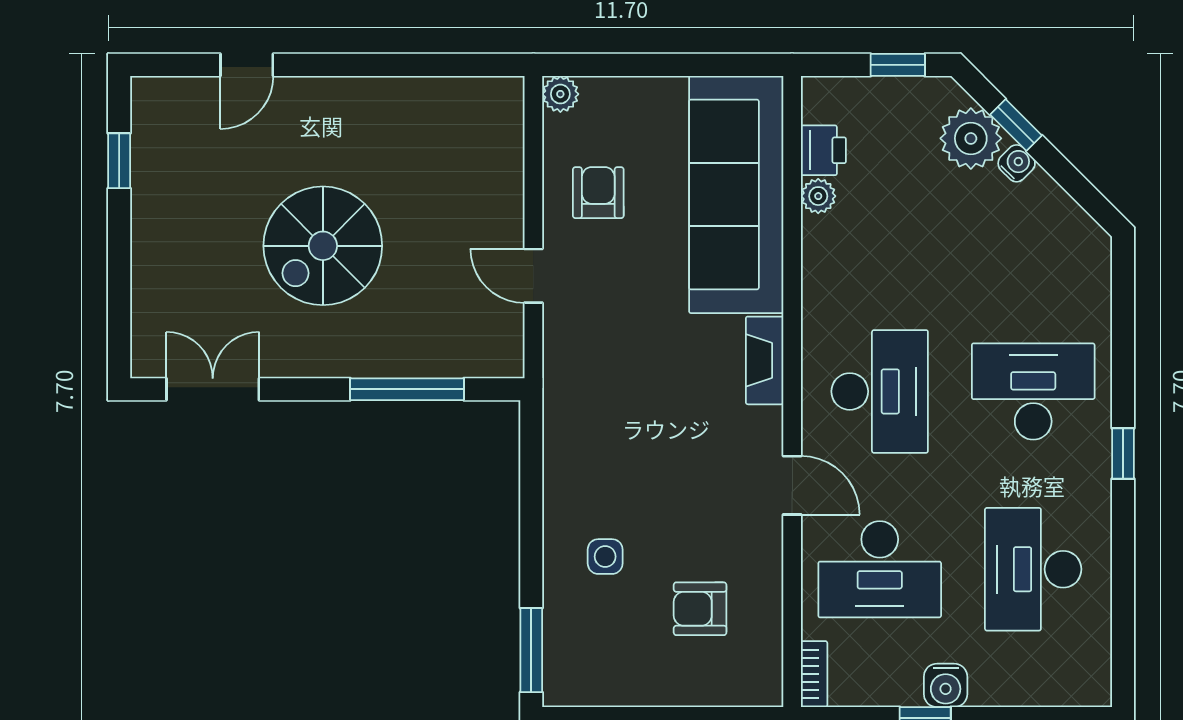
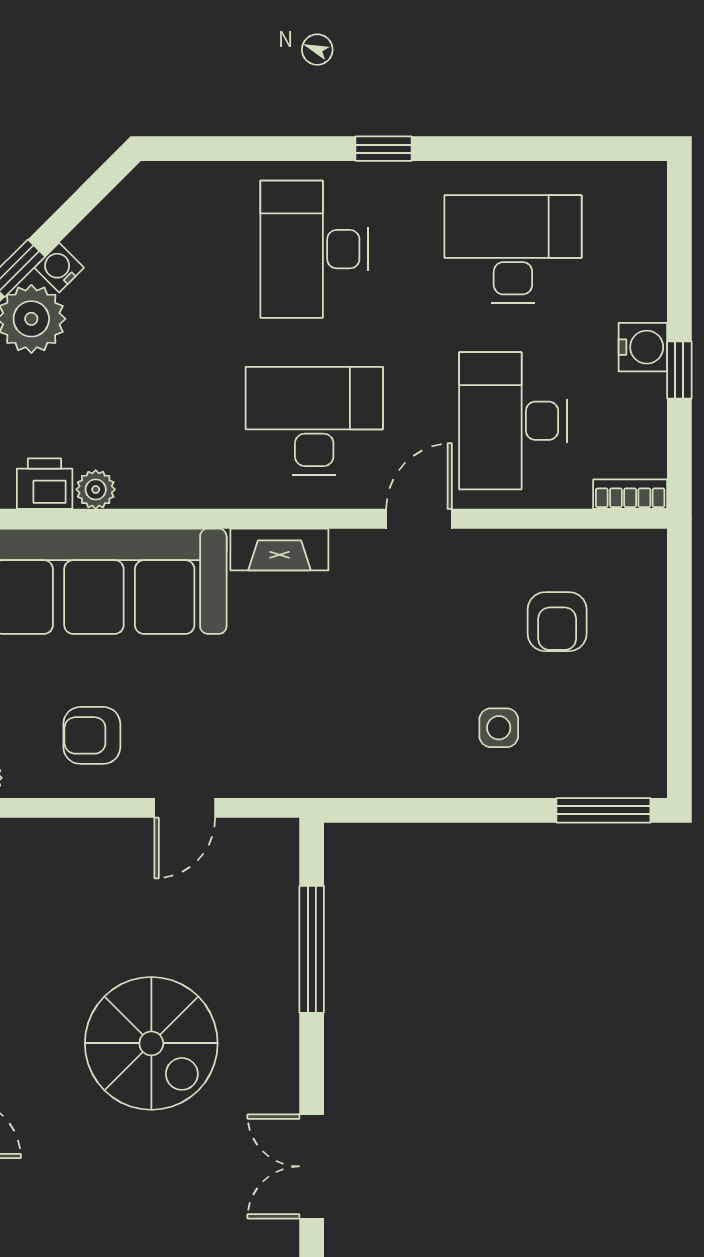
desk: (880, 569) -> (513, 421), turned 180
desk: (1033, 569) -> (513, 249), turned 180

